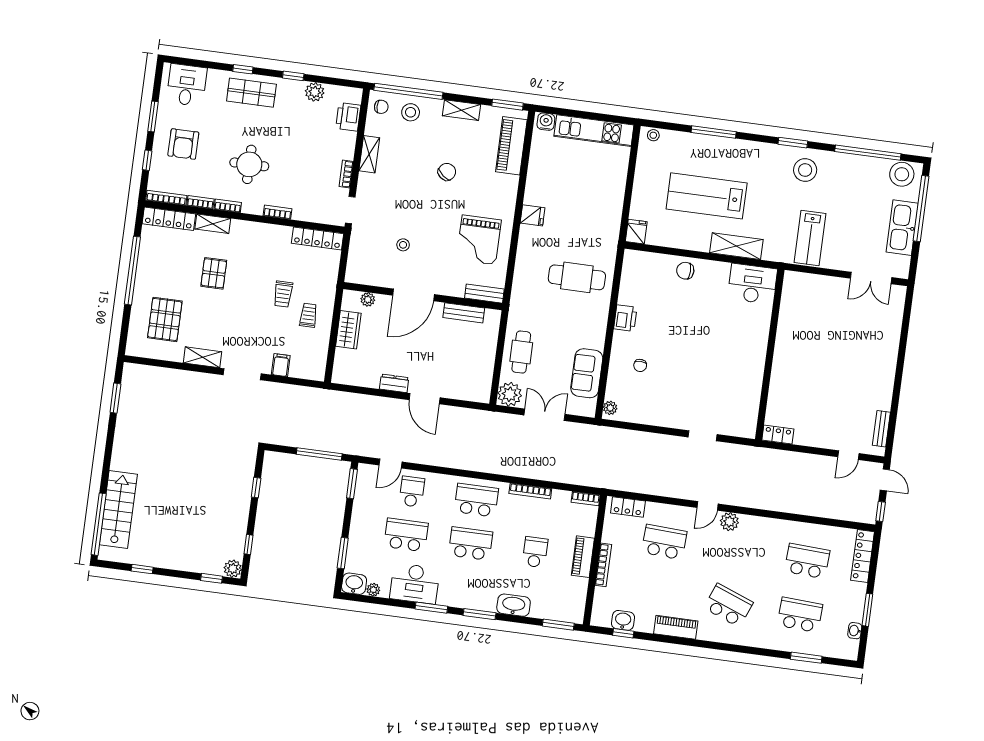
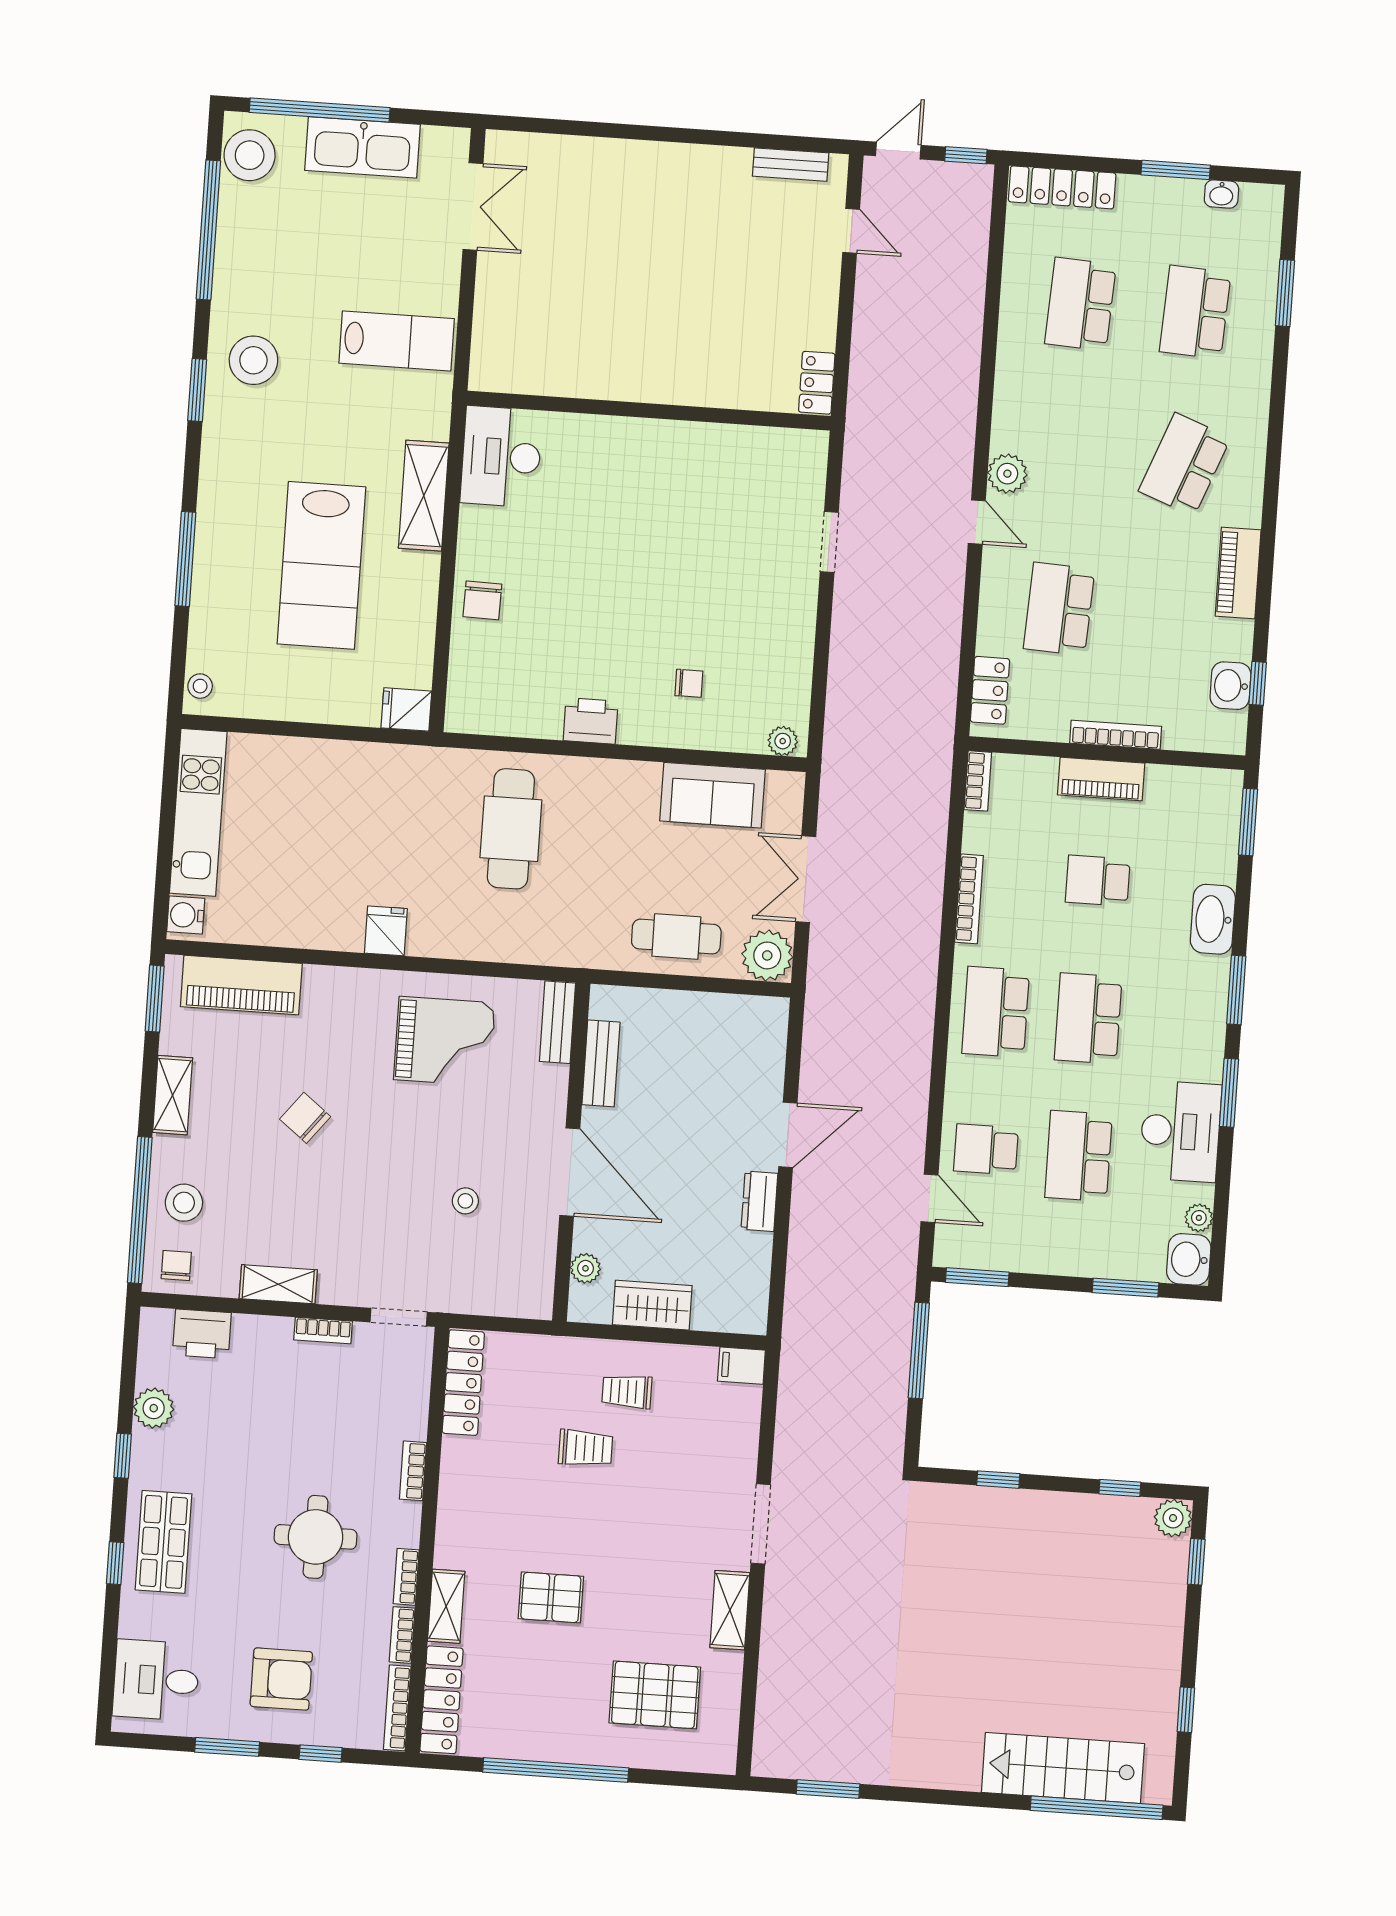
filing cabinet: (281, 365) -> (741, 1366), moved

